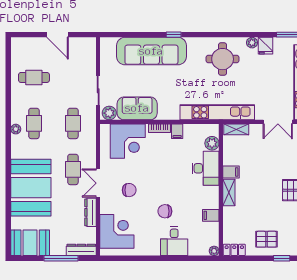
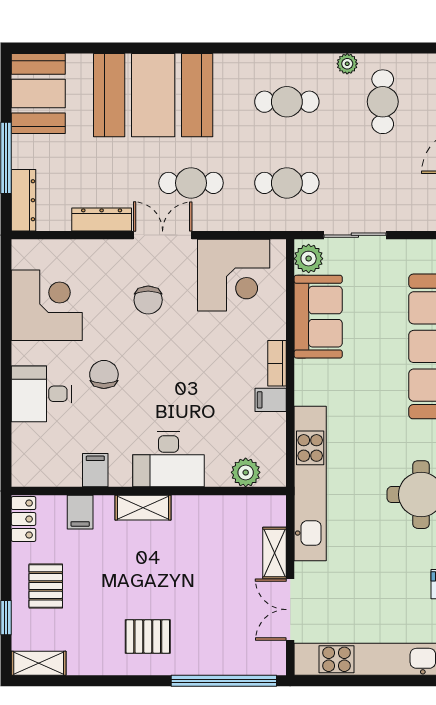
plant: (16, 129) -> (347, 64), moved
shelving: (236, 129) -> (274, 553), moved
corner desk: (128, 141) -> (234, 275), moved, turned -90
desk: (206, 168) -> (168, 459), moved
filing cabinet: (231, 172) -> (80, 512), moved
corner desk: (117, 231) -> (47, 305), moved, turned -90
plant: (214, 251) -> (21, 477), removed

